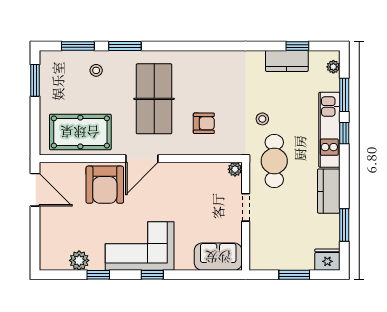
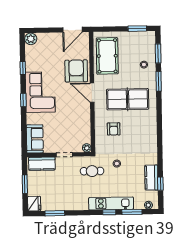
cafe table: (274, 161) -> (92, 171), width x0.73, depth x0.74
armchair: (105, 185) -> (76, 71), turned 90
kitchen counter: (329, 191) -> (42, 164), moved, turned 180
plant: (79, 260) -> (31, 39), moved

